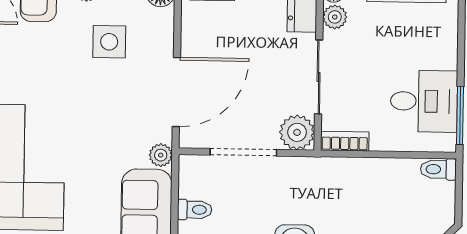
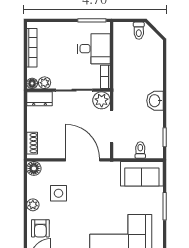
desk: (424, 101) -> (94, 49), moved, turned 90
plant: (161, 155) -> (114, 167), removed
toilet: (438, 169) -> (139, 31), moved

